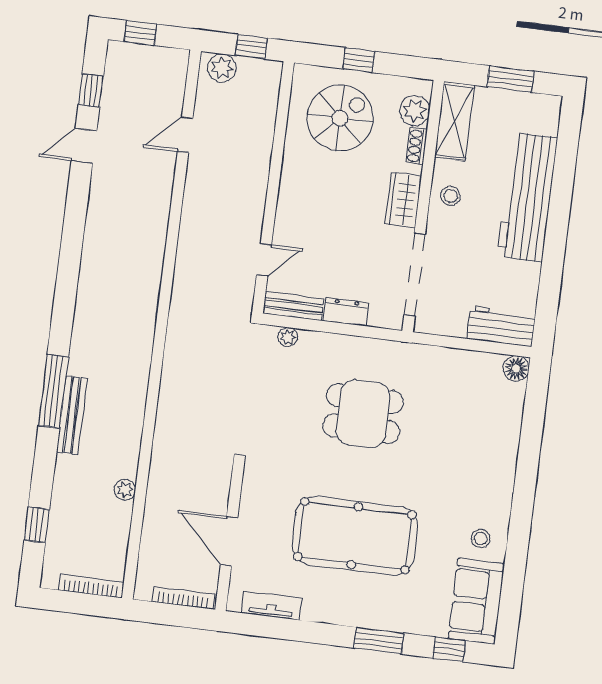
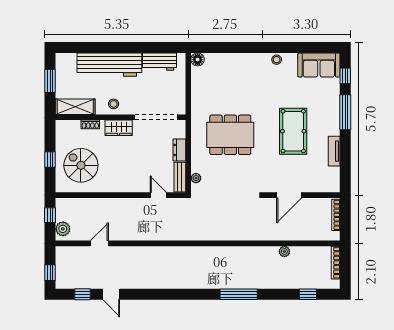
plant: (415, 111) -> (72, 128), removed
door: (185, 135) -> (99, 243), swing flipped
workbench: (501, 326) -> (159, 62), moved, turned -90
dining table: (363, 414) -> (230, 135), width x1.38
bench: (72, 415) -> (250, 283), removed
pool table: (355, 536) -> (293, 131), width x0.73, depth x0.76
stool: (481, 538) -> (277, 60), moved
door: (229, 541) -> (289, 195), moved
tv unit: (271, 605) -> (334, 151), moved
window: (379, 641) -> (345, 112), width x1.44

